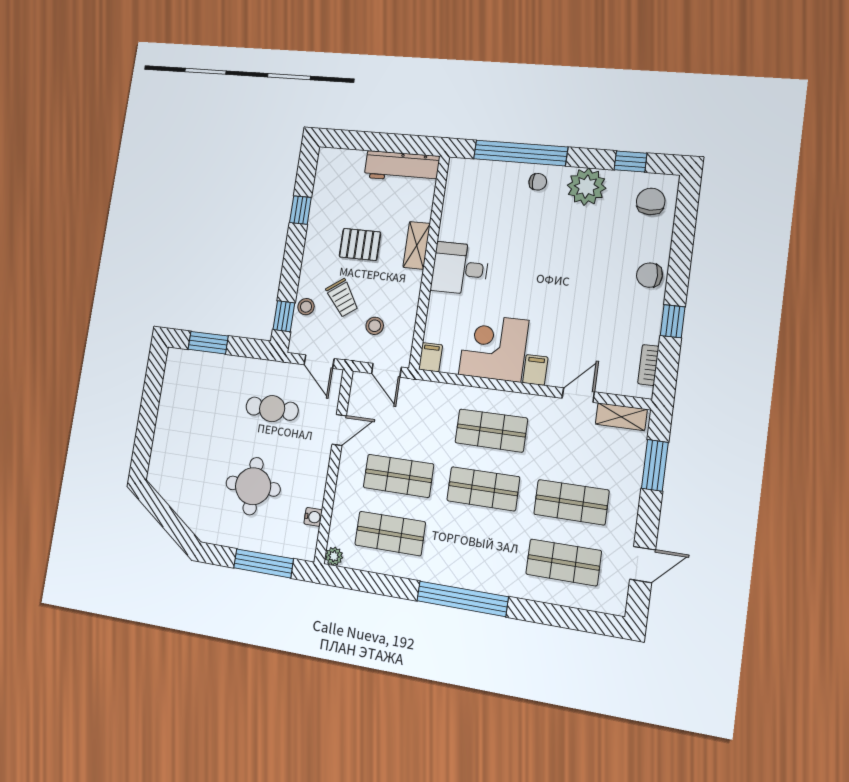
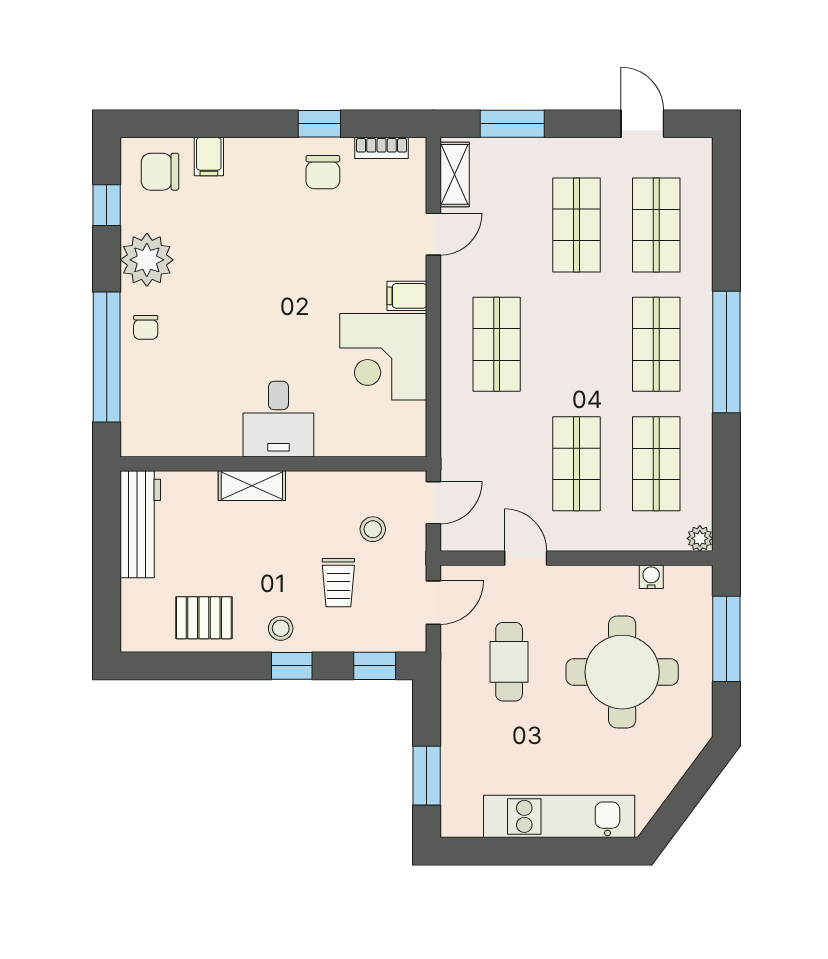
chair: (538, 182) -> (146, 327), turned 180
window: (300, 210) -> (292, 666), moved
pallet: (360, 244) -> (204, 618), moved, turned 90
chair: (649, 275) -> (323, 172), moved
trolley: (342, 298) -> (338, 583), turned 126
stool: (306, 307) -> (281, 628), moved
filing cabinet: (431, 357) -> (209, 157), moved, turned -90
door: (578, 395) -> (433, 234), swing flipped
kitchen unit: (168, 428) -> (559, 816), added
round table: (253, 486) -> (622, 672), width x1.36, depth x1.36
shop shelf: (483, 489) -> (656, 344), moved

